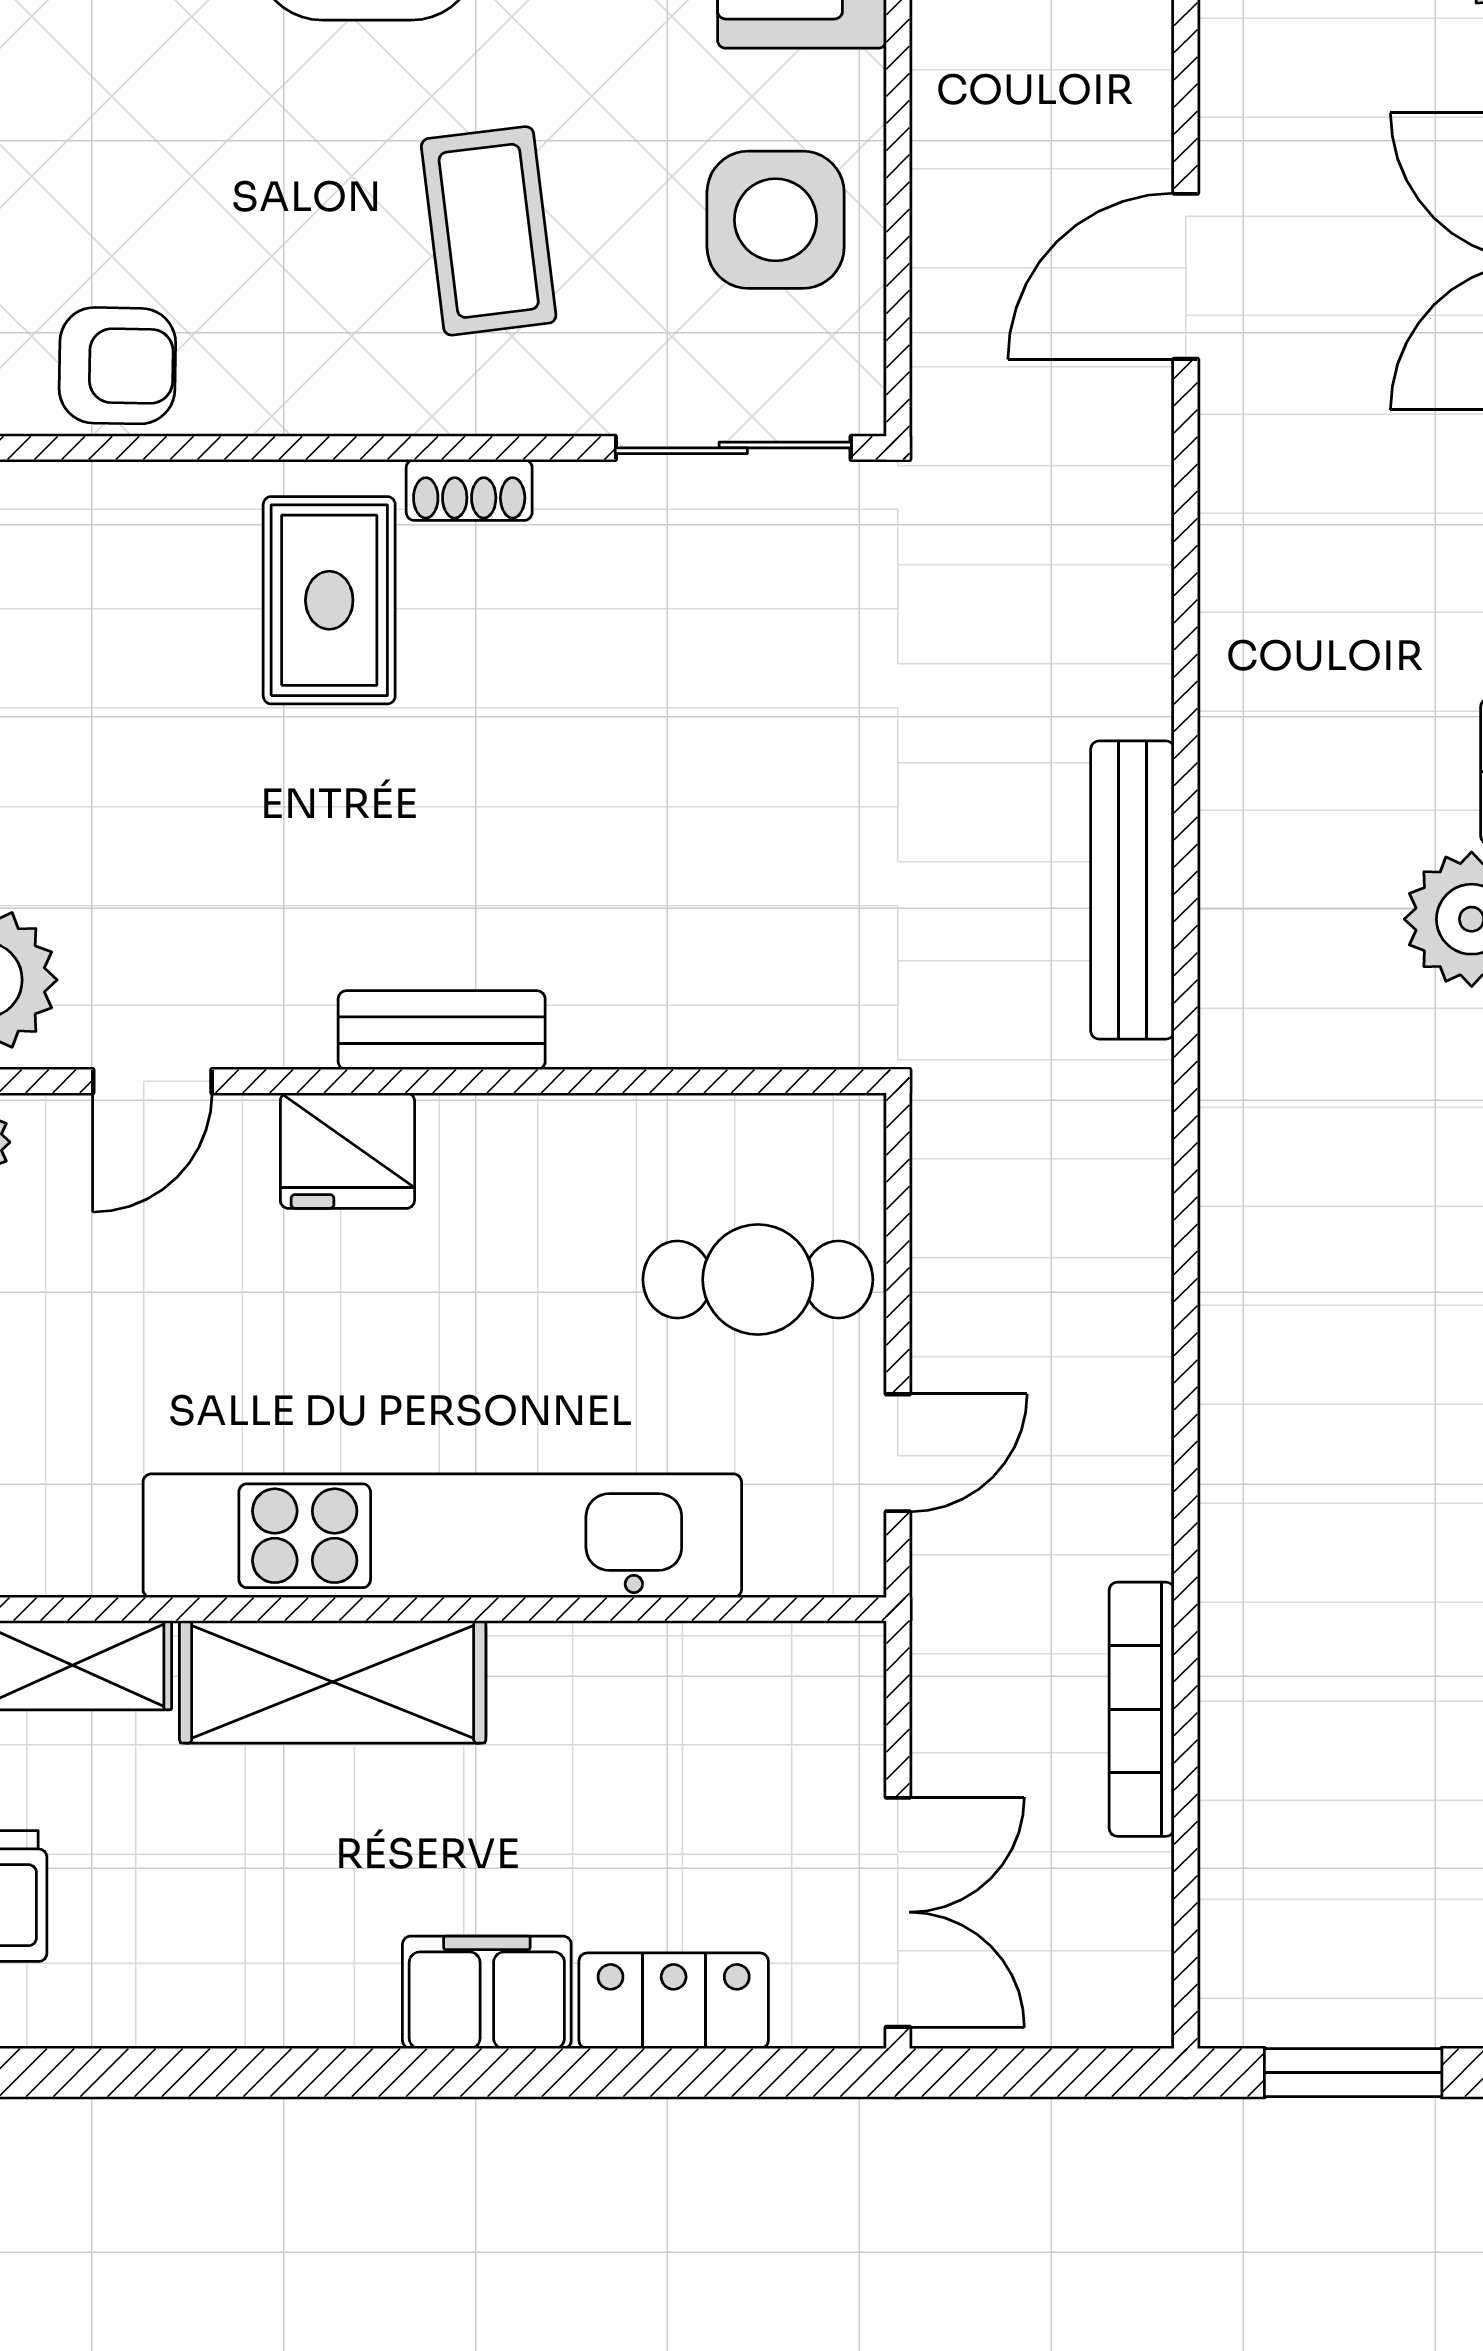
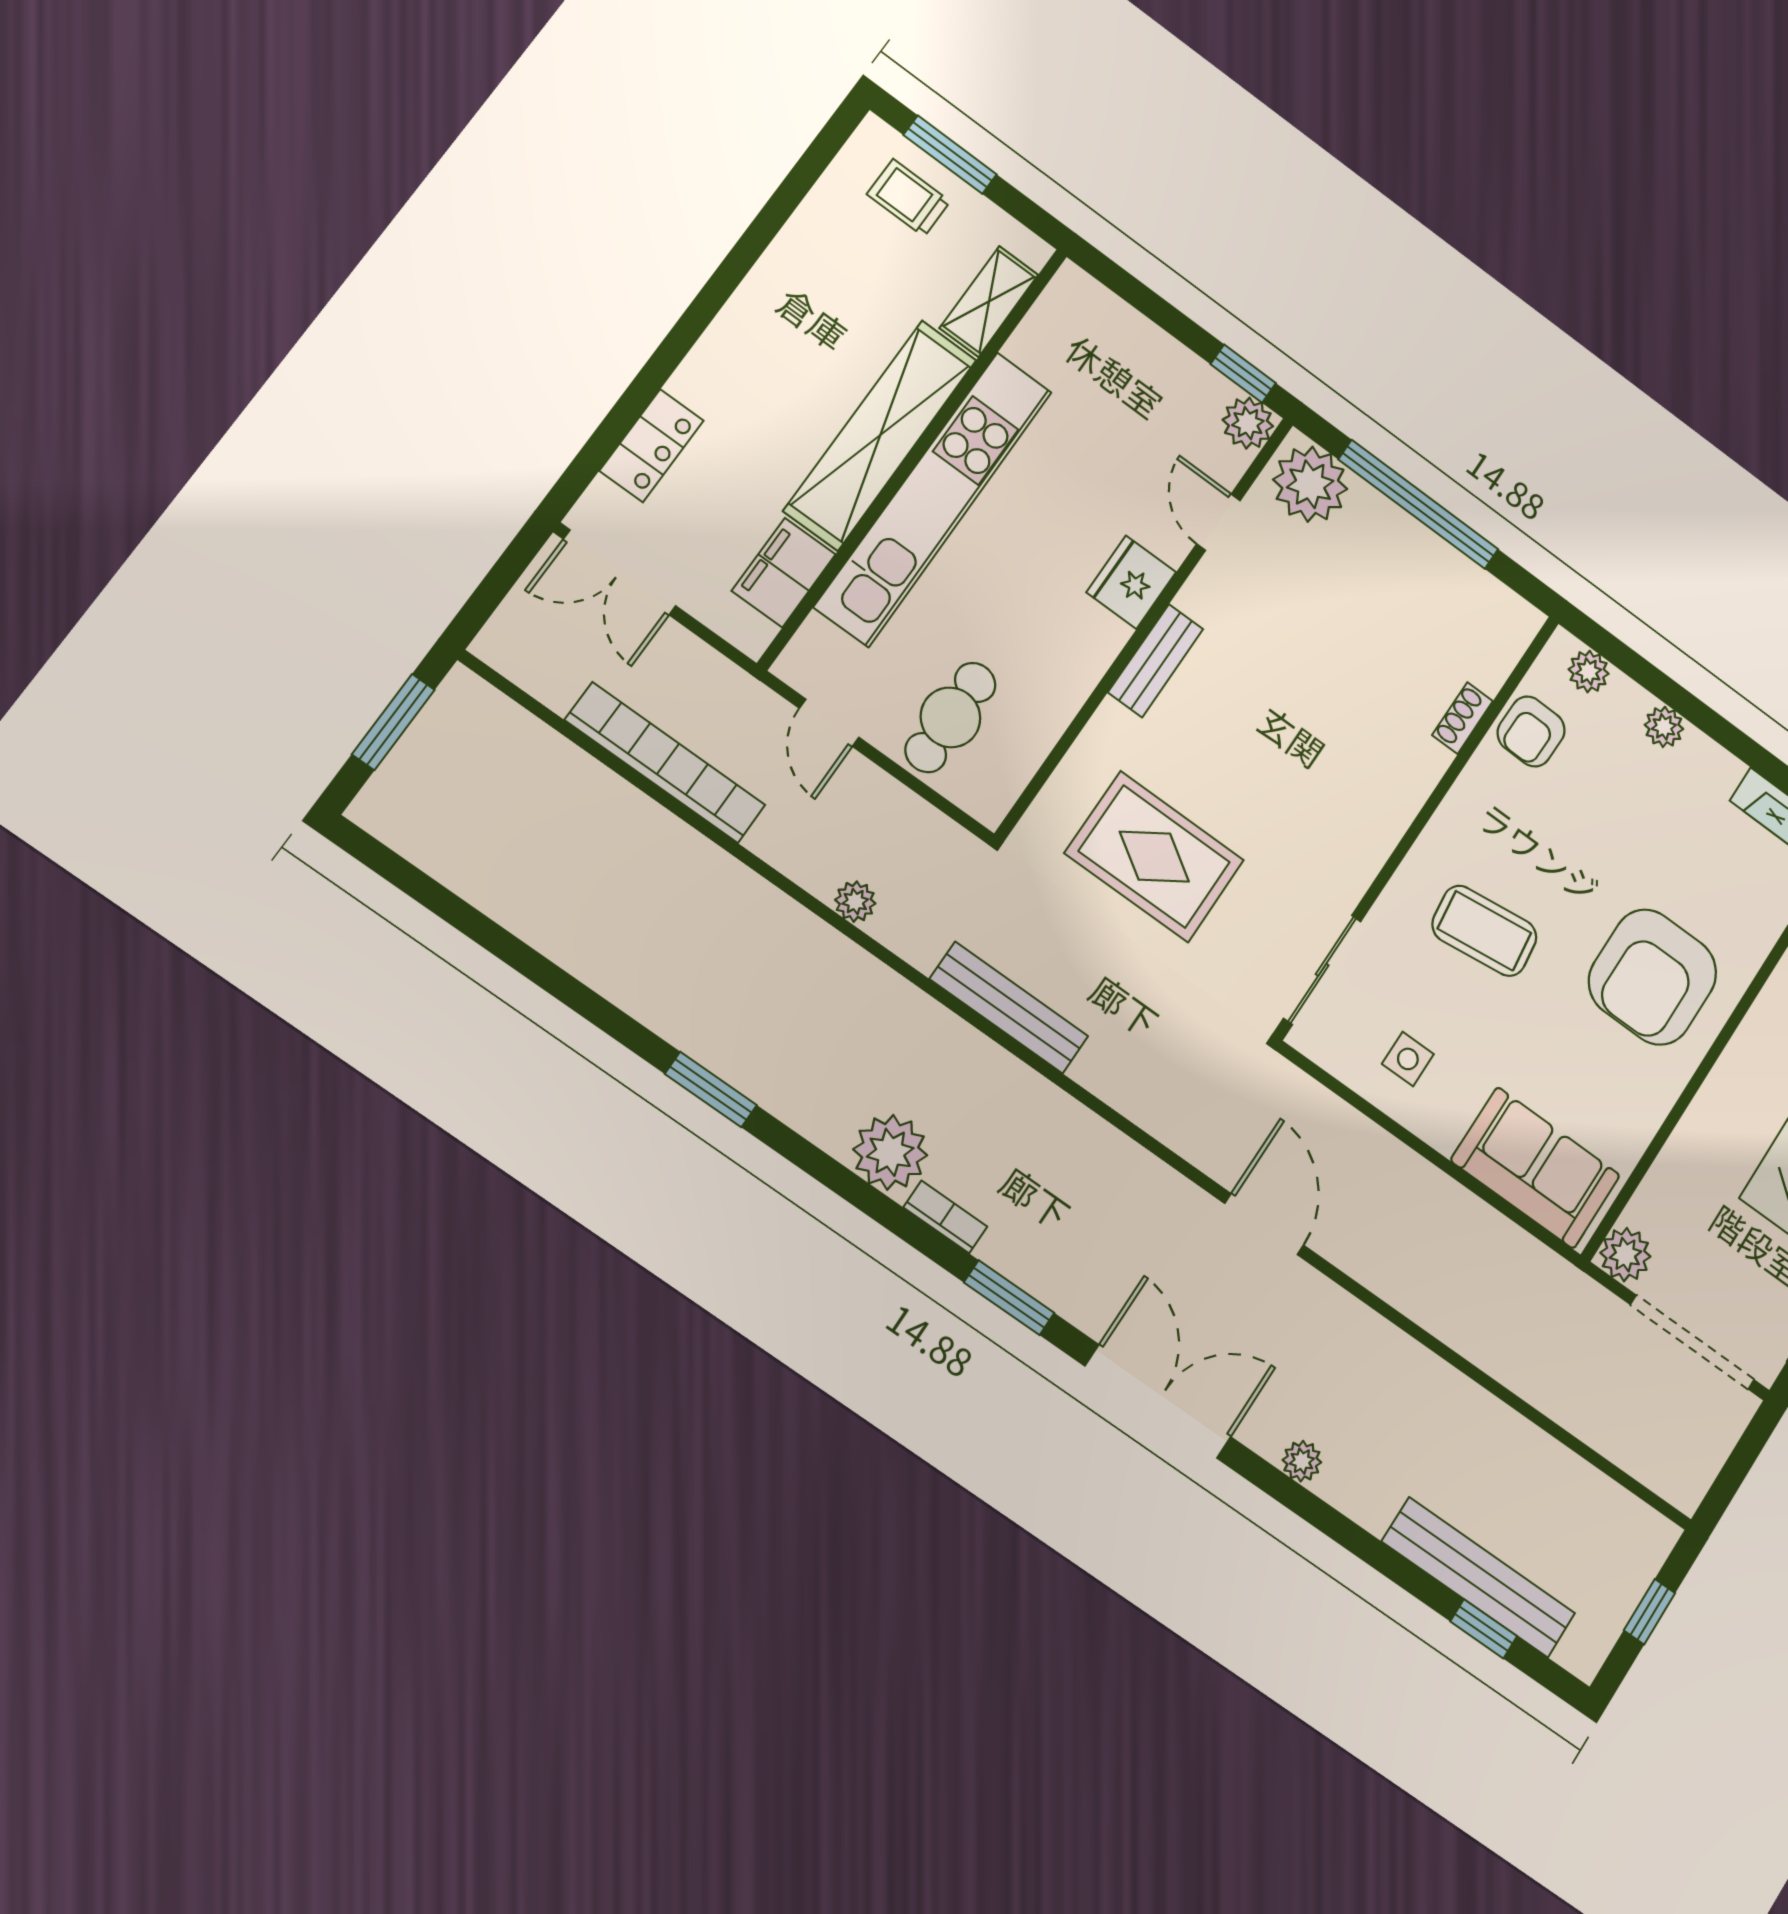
side table: (776, 220) -> (1408, 1059), width x0.54, depth x0.54
shoe rack: (469, 490) -> (1463, 718), moved
rug: (329, 600) -> (1154, 857), moved, width x1.36, depth x1.43
plant: (1137, 1228) -> (855, 902), added
shelving: (333, 1682) -> (880, 435), width x1.47
bookcase: (1142, 1709) -> (665, 763), width x1.48, depth x1.31
filing cabinet: (487, 1992) -> (784, 573), moved, turned 180

